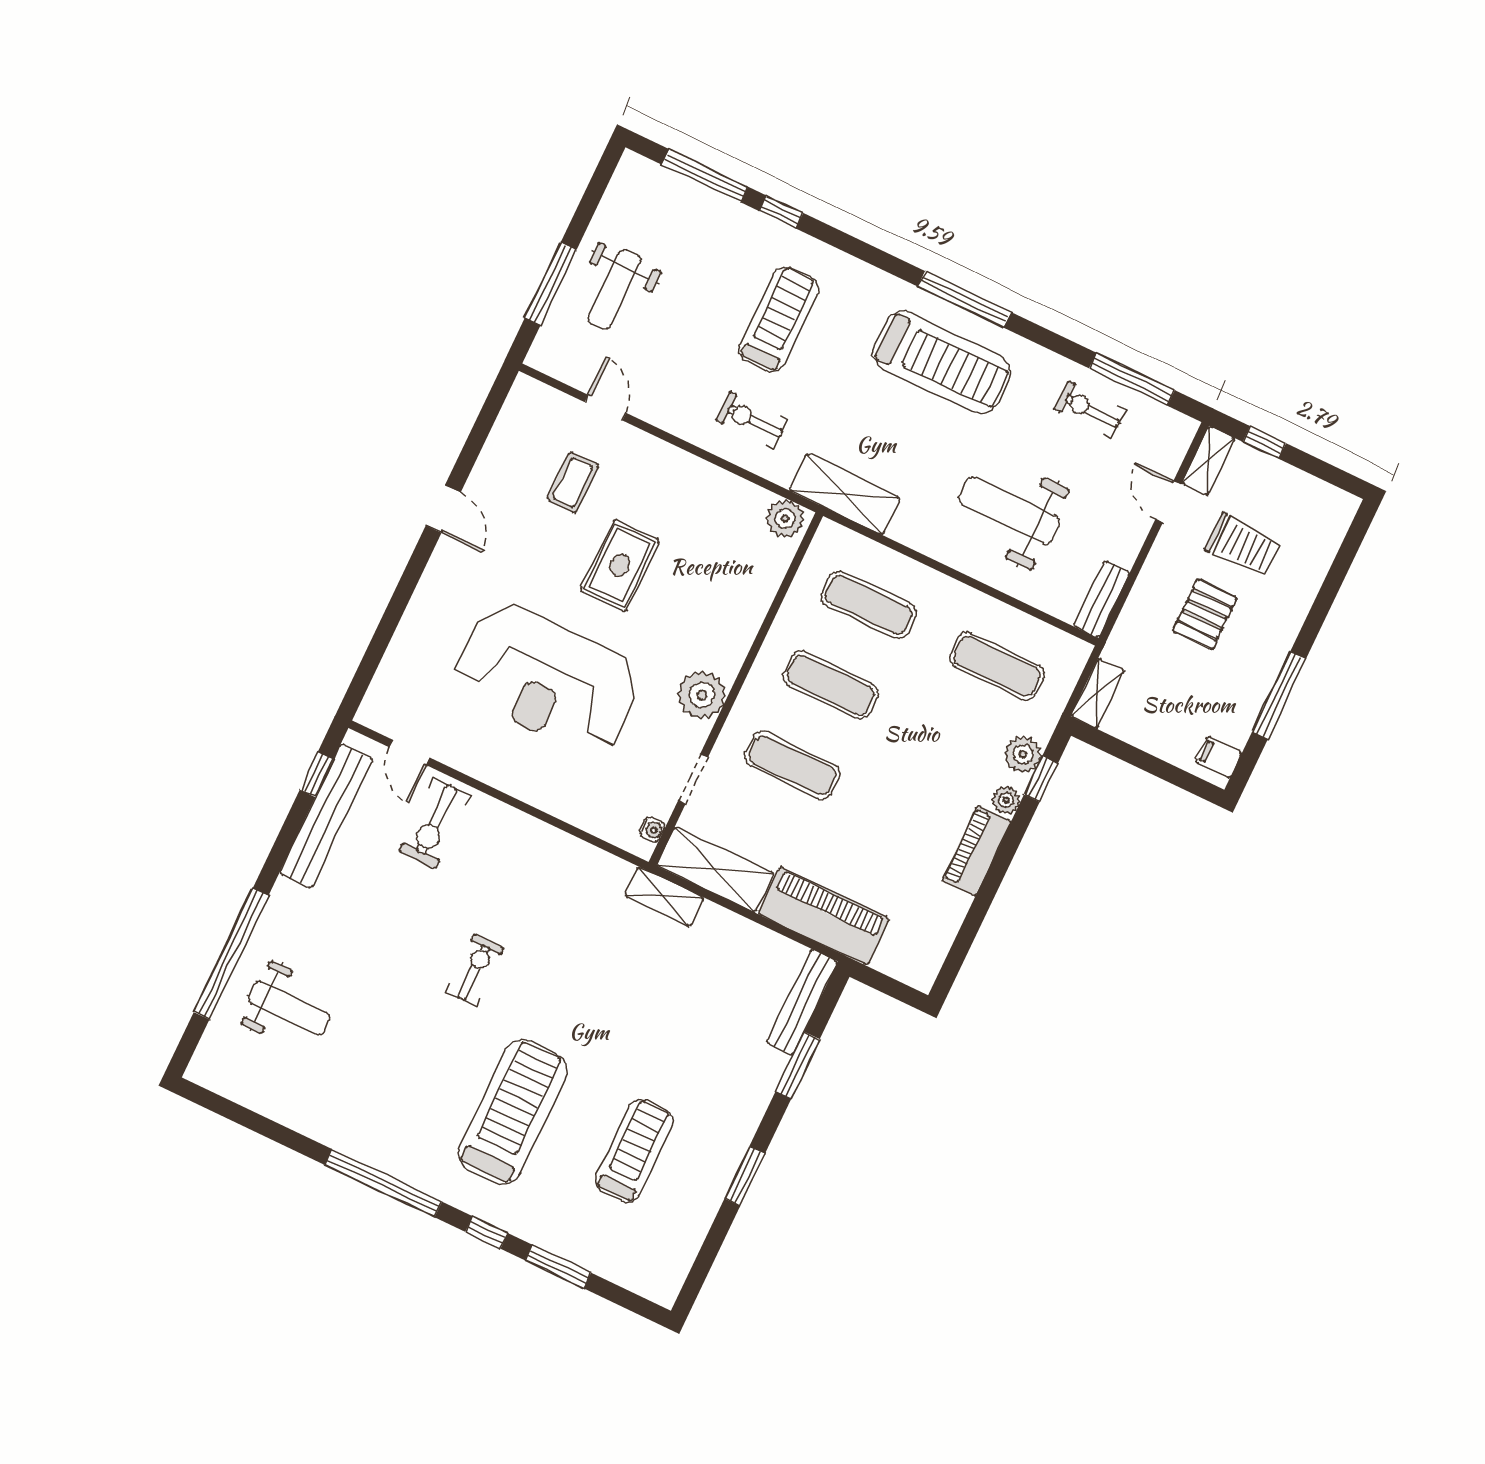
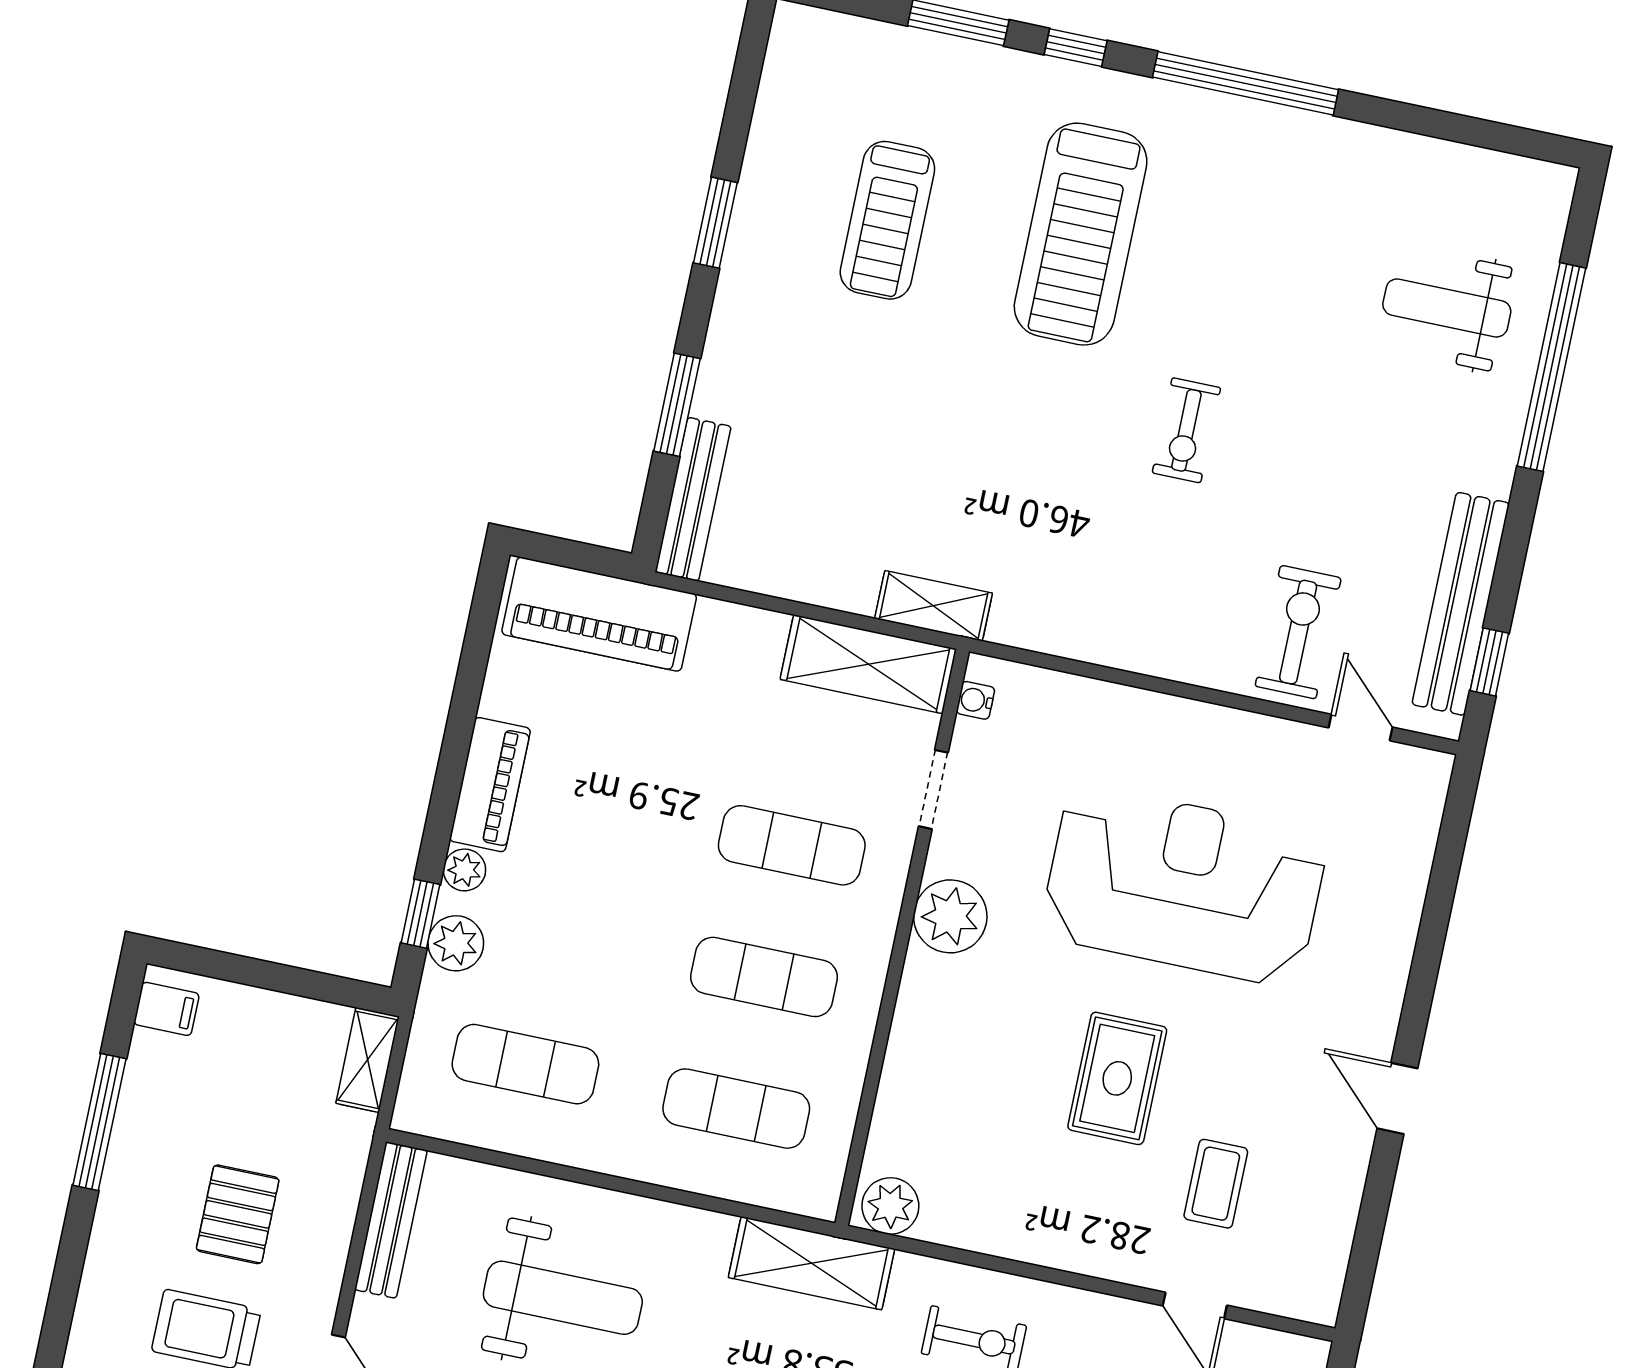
bench: (1102, 599) -> (391, 1220), width x1.36
piano: (824, 916) -> (599, 614), moved

